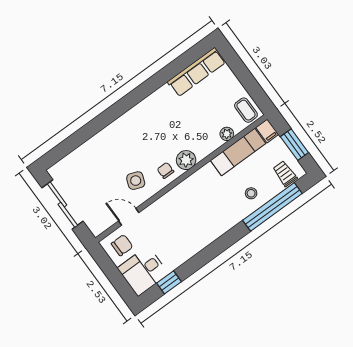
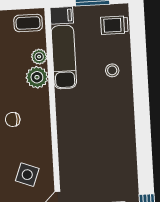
plant: (186, 160) -> (37, 77), moved
chair: (165, 170) -> (13, 119), moved
window: (272, 207) -> (139, 58), removed

